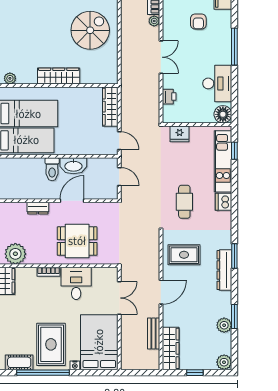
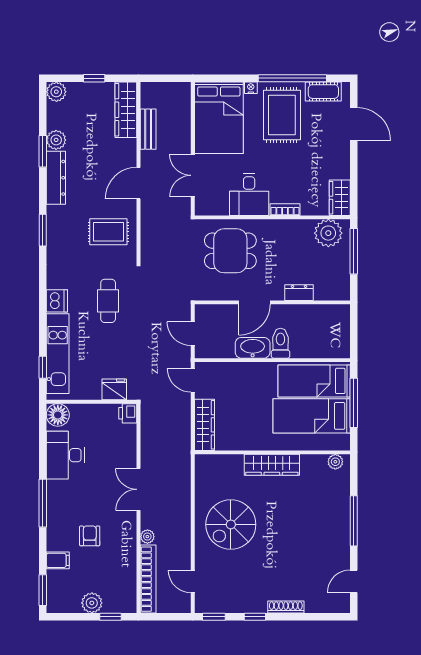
printer: (169, 97) -> (128, 413), moved
dining table: (77, 241) -> (230, 251), moved
dresser: (224, 270) -> (56, 178), moved

